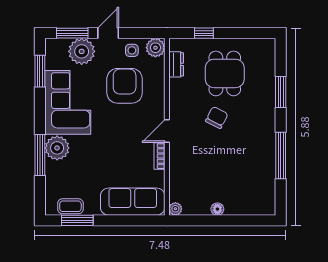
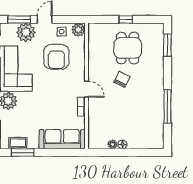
window: (204, 33) -> (126, 19), moved
dresser: (176, 64) -> (93, 42), removed
armchair: (125, 86) -> (56, 57), turned 180
window: (281, 92) -> (167, 45), moved
door: (167, 131) -> (87, 89), swing flipped
plant: (175, 209) -> (112, 144), moved

